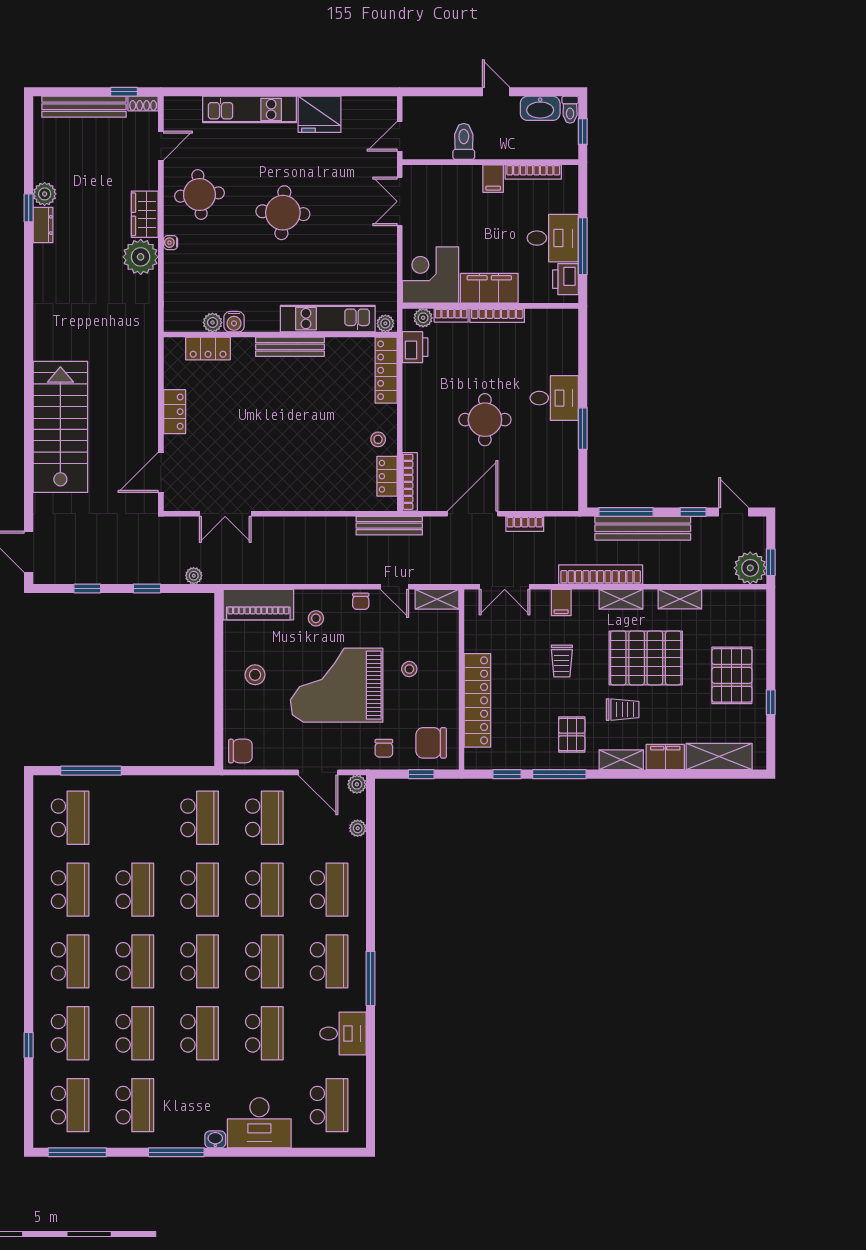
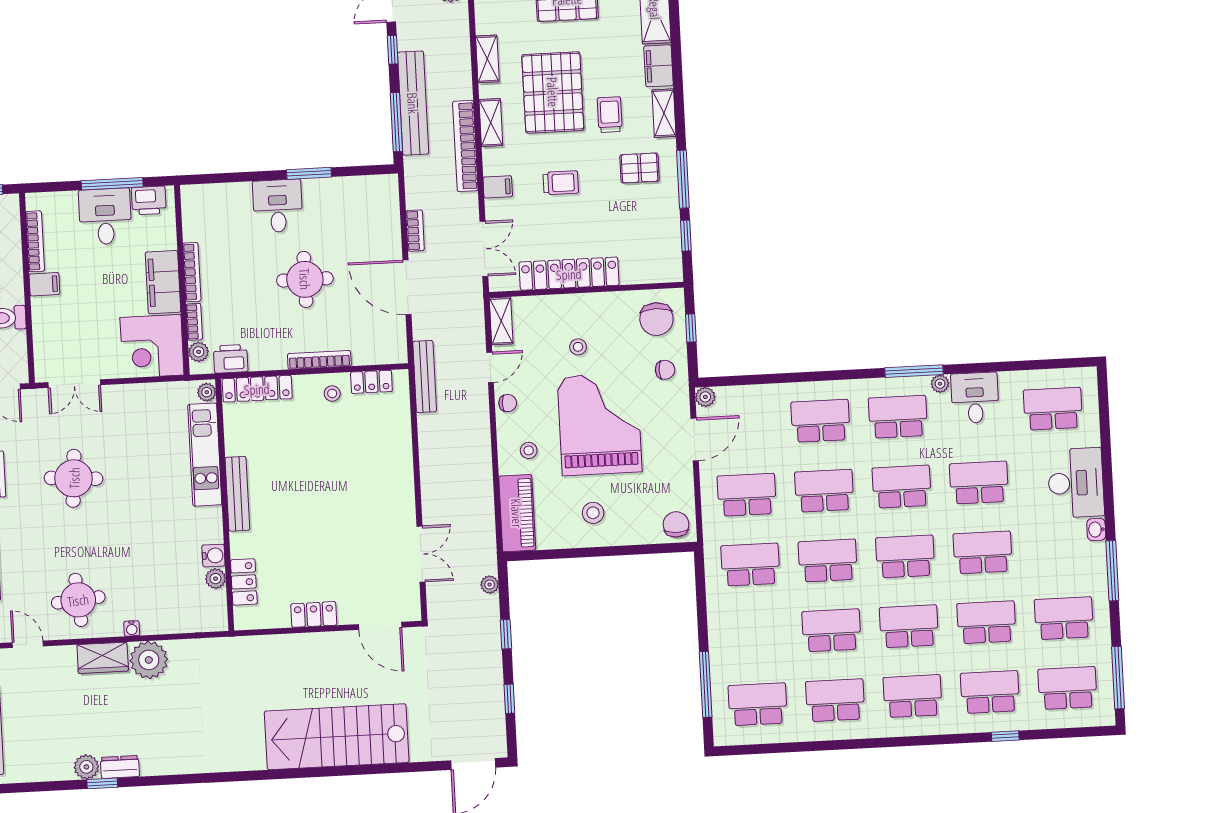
round table: (283, 213) -> (74, 478), moved
bookcase: (410, 482) -> (319, 360), moved
grand piano: (337, 685) -> (600, 424), turned 180
locker: (477, 700) -> (569, 274), moved
plant: (358, 828) -> (940, 384), moved

